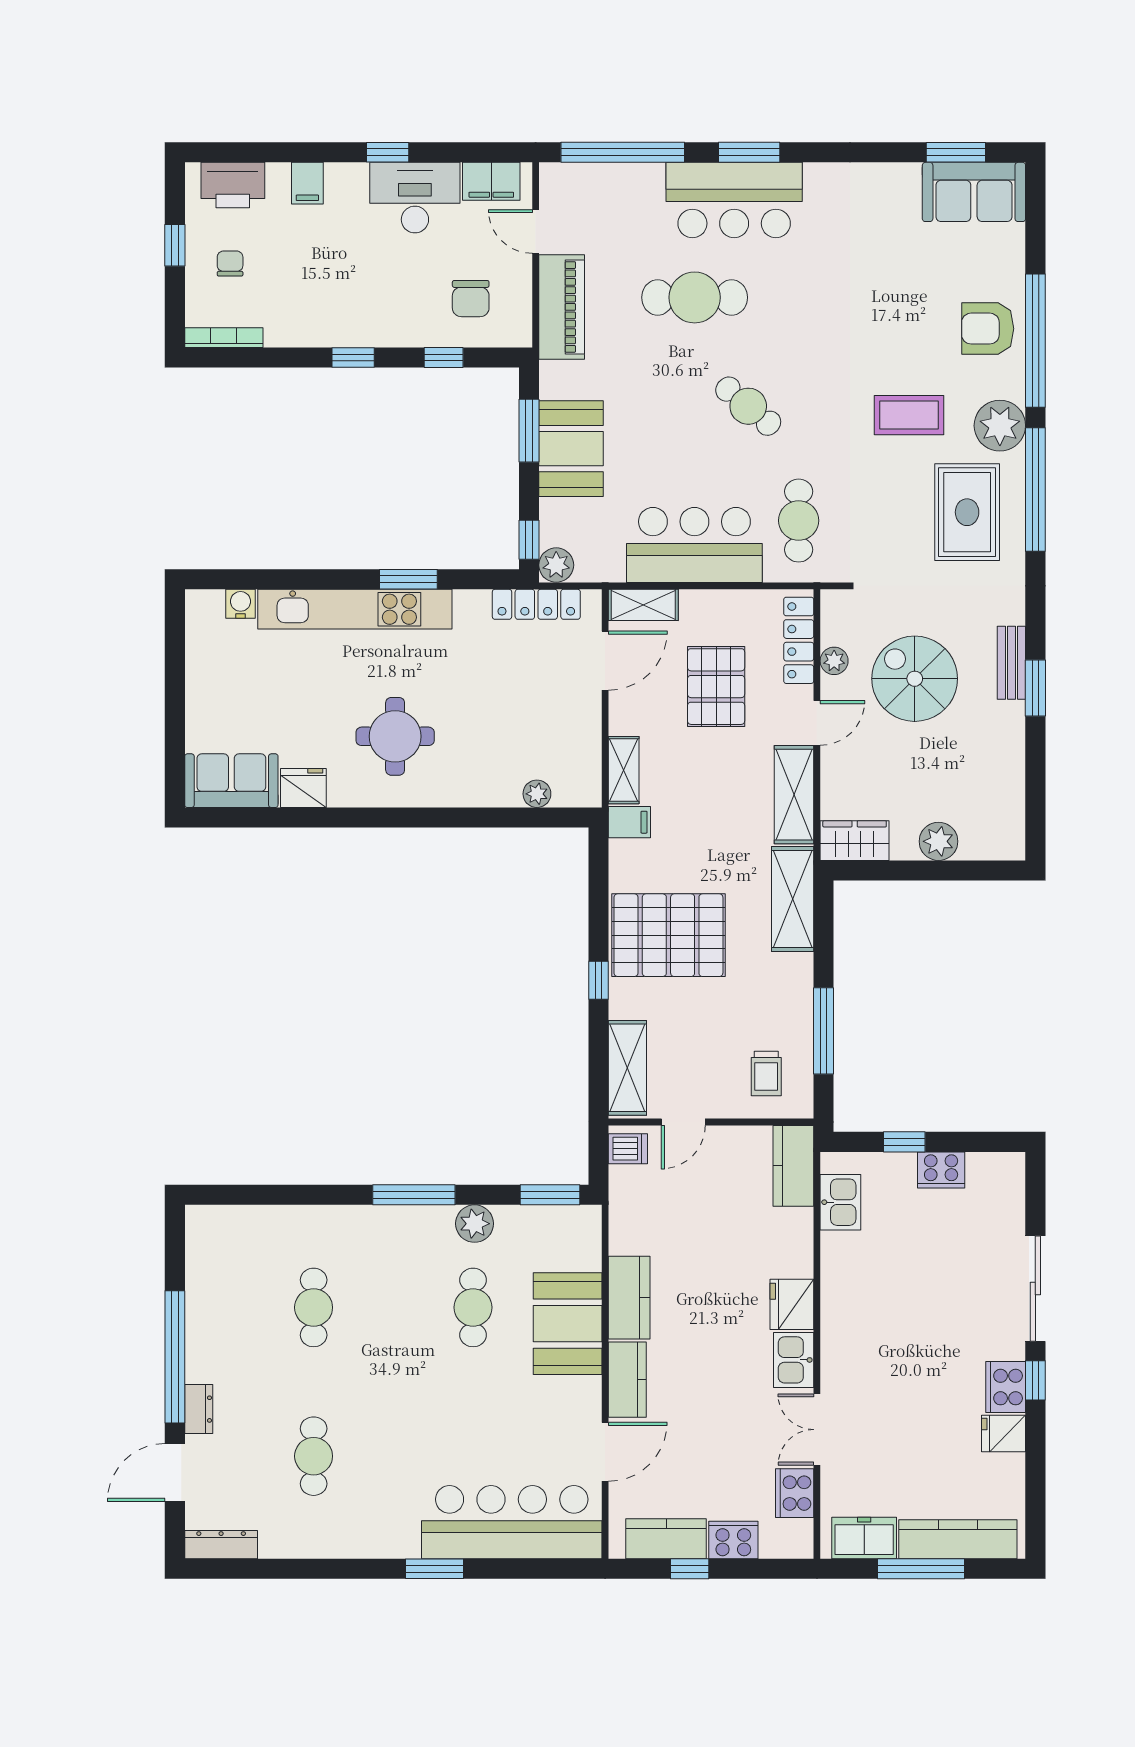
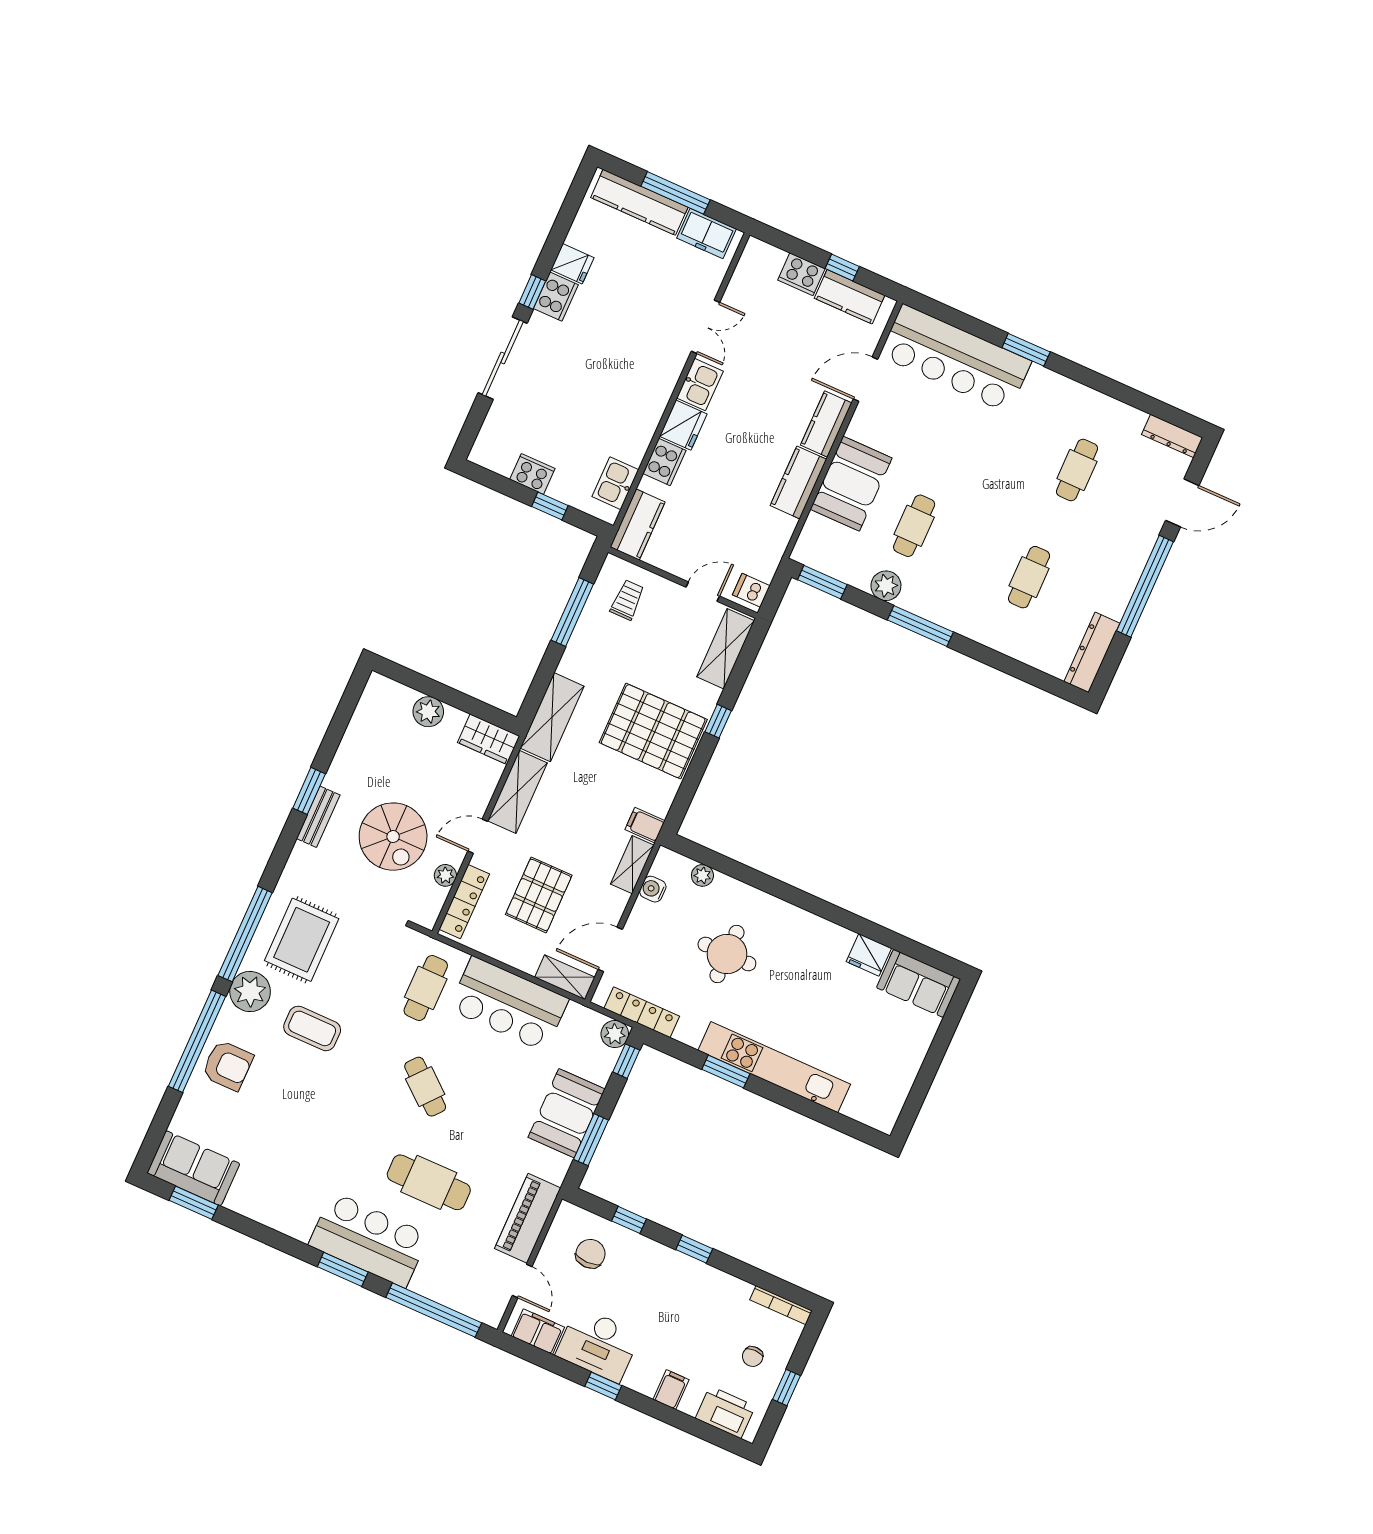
water cooler: (241, 604) -> (653, 889), moved, turned 90
round table: (395, 736) -> (727, 954), moved
dresser: (199, 1409) -> (1092, 652), moved, width x1.96, depth x1.24
cooker: (795, 1493) -> (664, 462), moved

